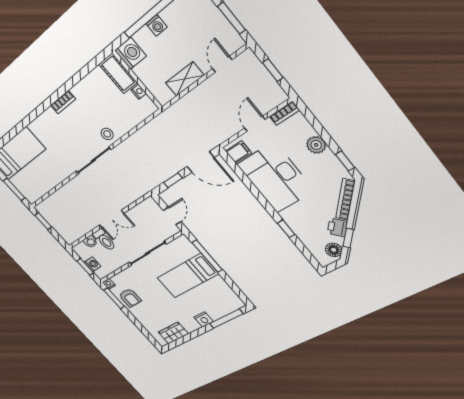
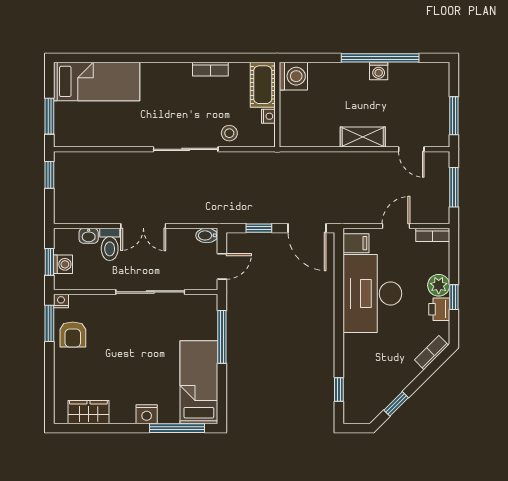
washing machine: (131, 53) -> (293, 76), moved
door: (222, 64) -> (411, 149), swing flipped
window: (273, 70) -> (454, 187), width x1.50
cot: (118, 73) -> (263, 85), moved
wall: (137, 80) -> (277, 105), moved
nightstand: (139, 92) -> (268, 116), moved
window: (345, 161) -> (454, 297), moved
bookcase: (345, 200) -> (431, 353), width x0.64
bidet: (149, 203) -> (207, 235), added
printer: (337, 227) -> (439, 309), moved, turned -45
window: (286, 229) -> (339, 389), moved
floor lamp: (334, 250) -> (371, 409), removed
bed: (188, 276) -> (199, 382), moved, turned 90

